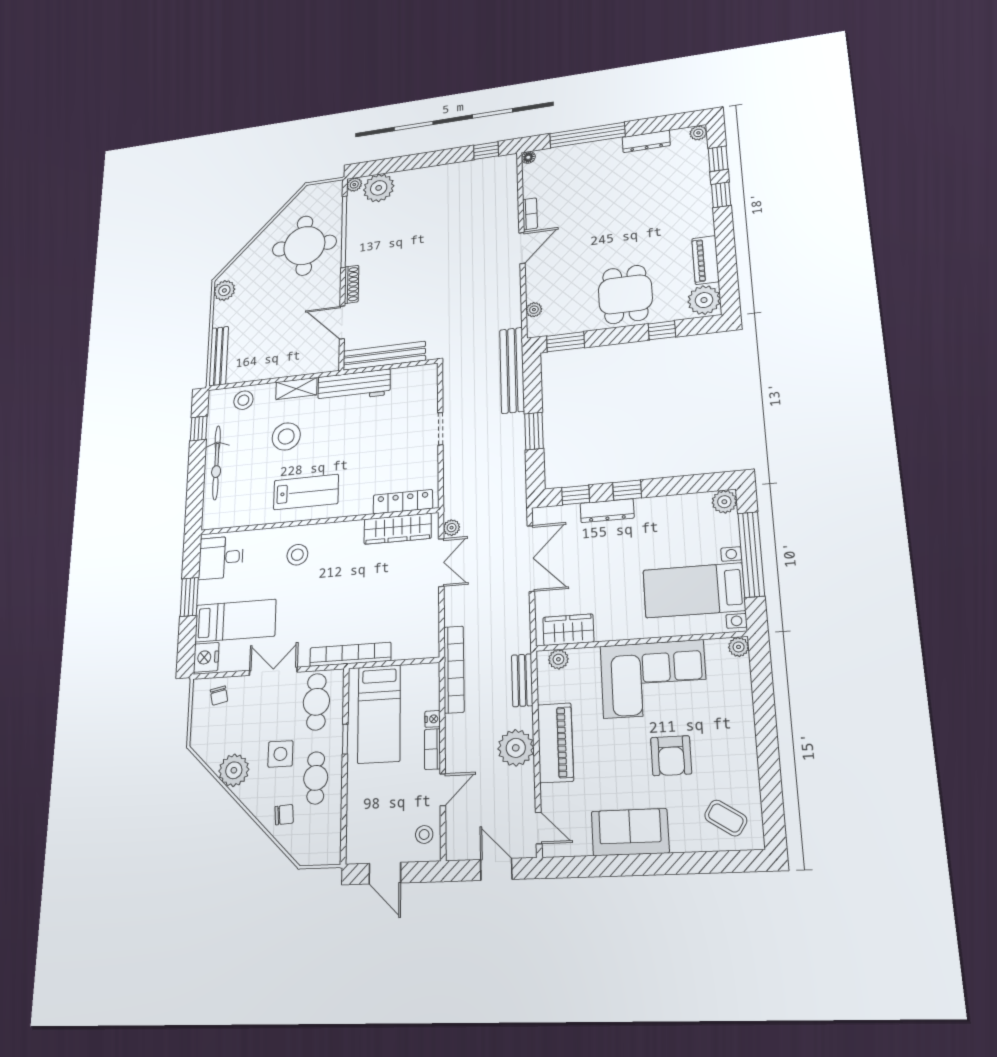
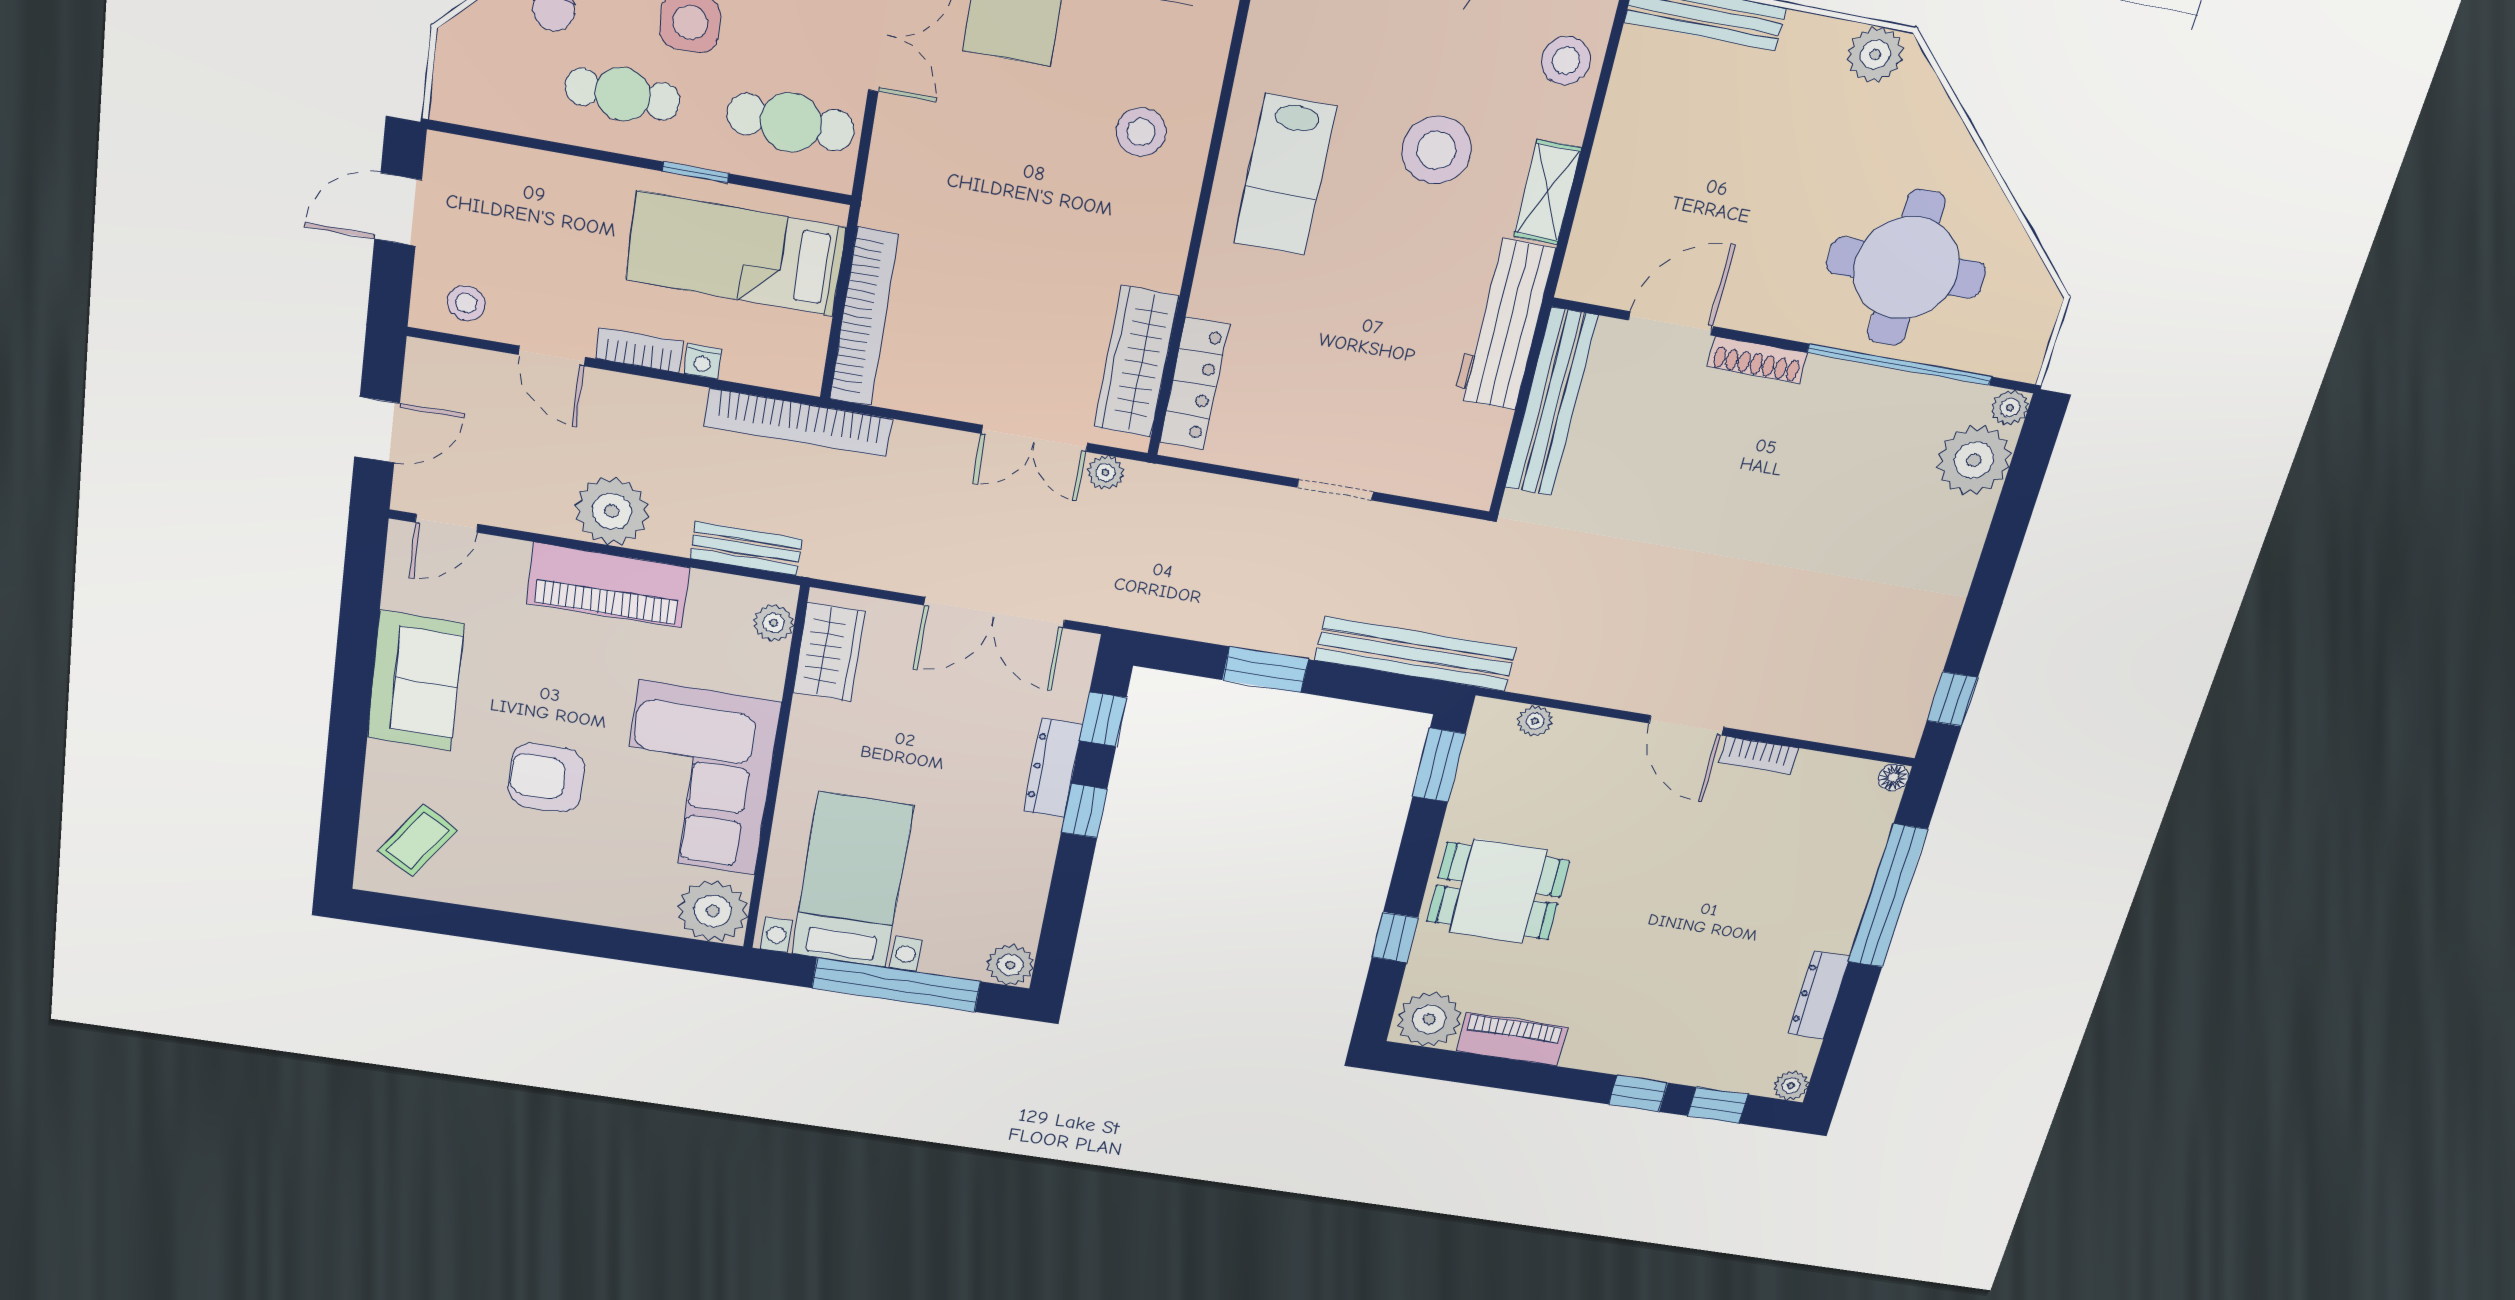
plant: (739, 647) -> (713, 911), width x1.88, depth x1.88
bookcase: (350, 654) -> (864, 317), moved

